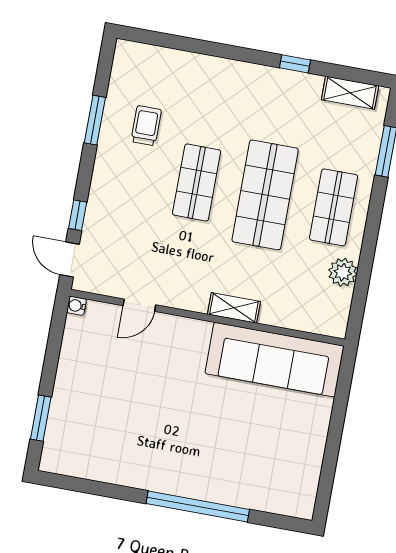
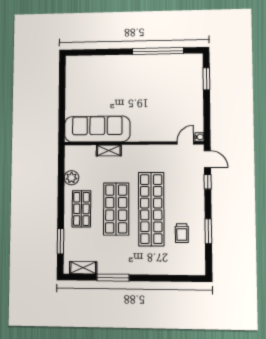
window: (295, 64) -> (113, 278), width x2.17
shop shelf: (197, 183) -> (151, 209), width x2.00, depth x1.36
door: (139, 305) -> (185, 143), moved
shelving: (234, 308) -> (109, 150), moved
window: (198, 506) -> (158, 51), moved

